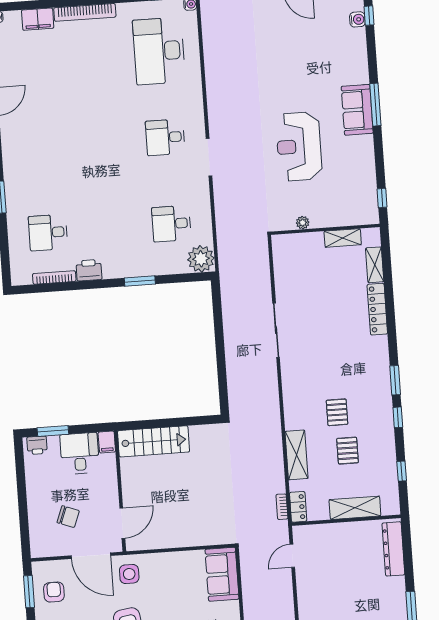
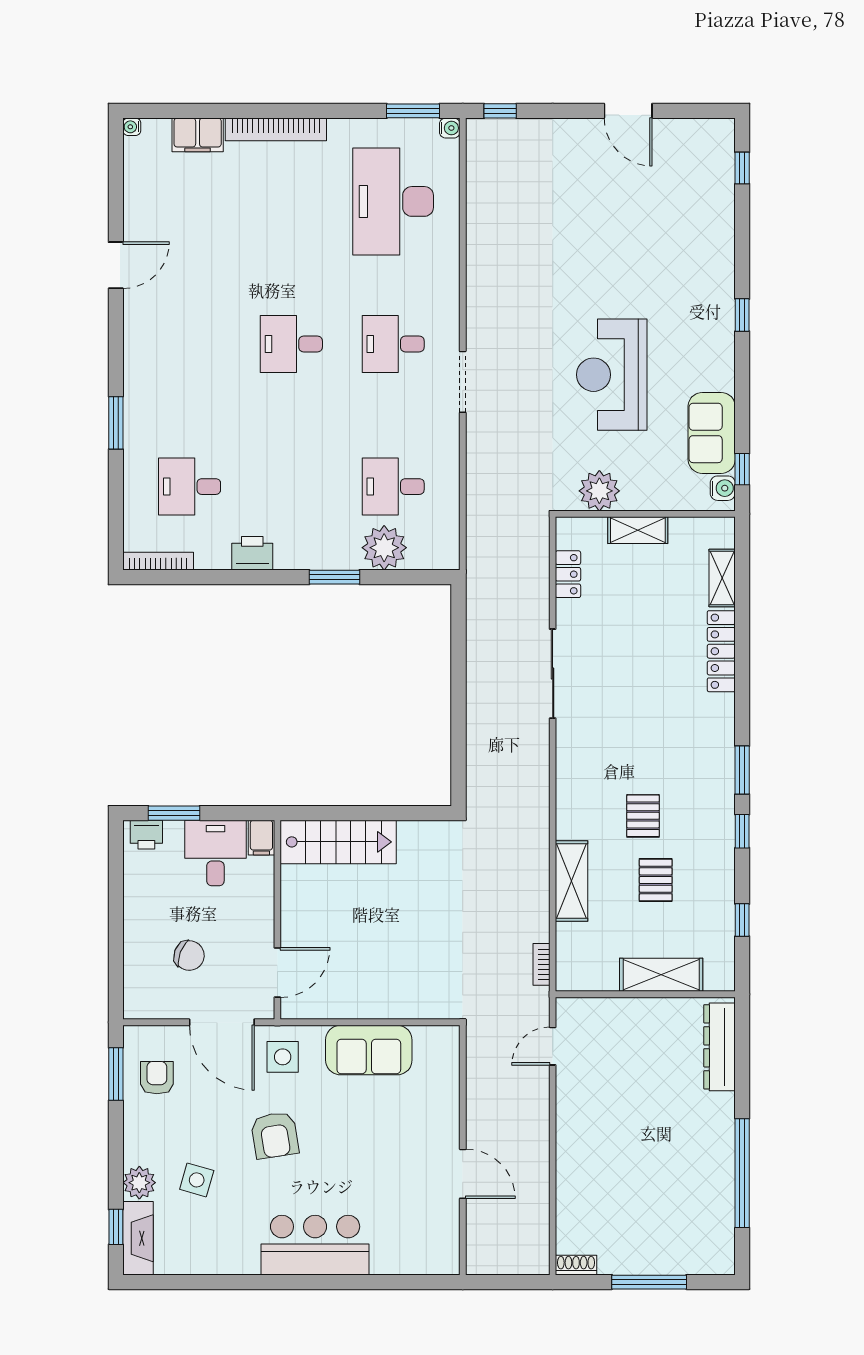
water cooler: (357, 19) -> (723, 488), moved
window: (375, 105) -> (742, 315), width x0.46
sofa: (357, 110) -> (712, 433), moved
desk: (104, 142) -> (291, 344), added
plant: (303, 223) -> (599, 491), width x1.88, depth x1.88
shelving: (343, 238) -> (638, 530), moved
plant: (201, 259) -> (384, 548), moved
bookcase: (54, 277) -> (158, 561), moved
locker: (298, 507) -> (568, 574), moved
sofa: (222, 574) -> (369, 1050), moved, turned -90

